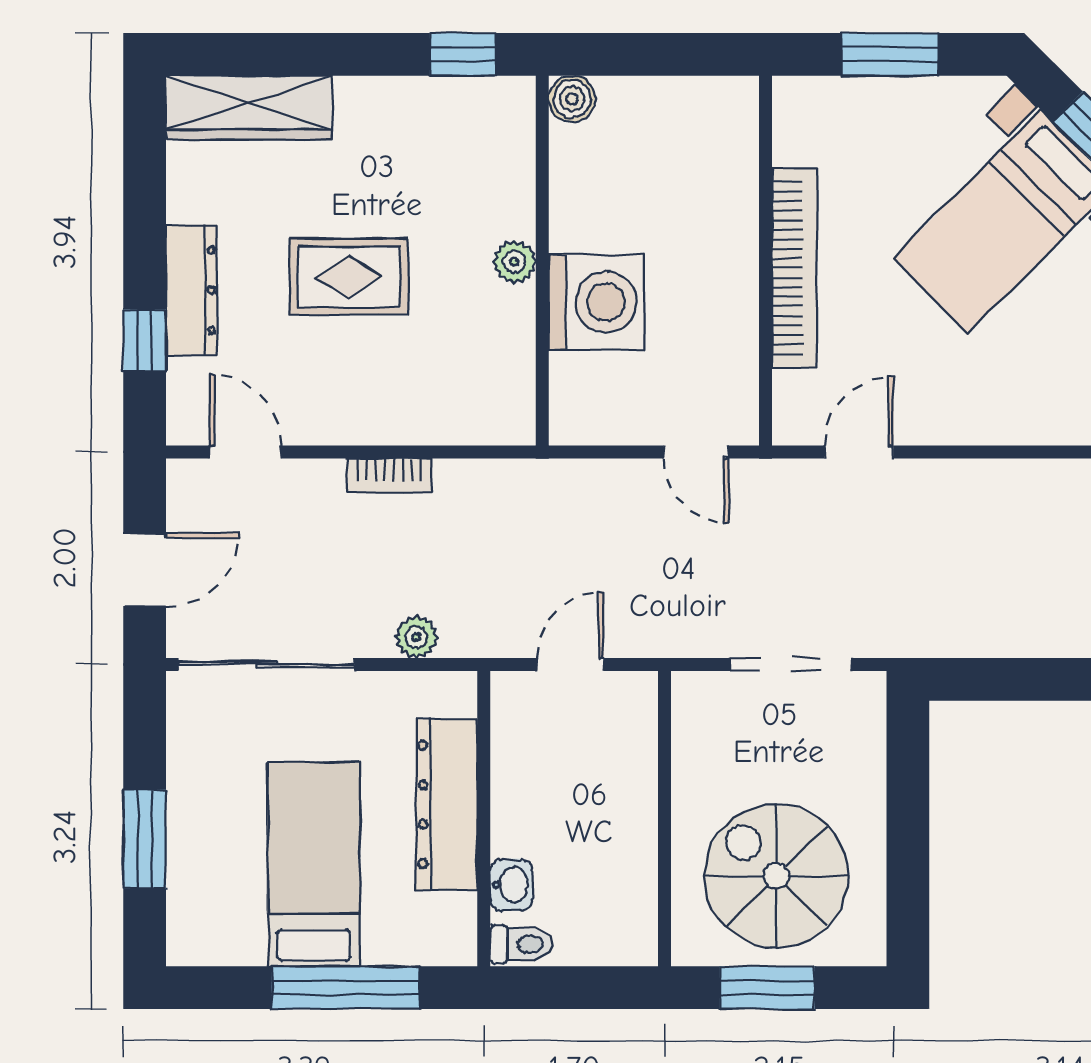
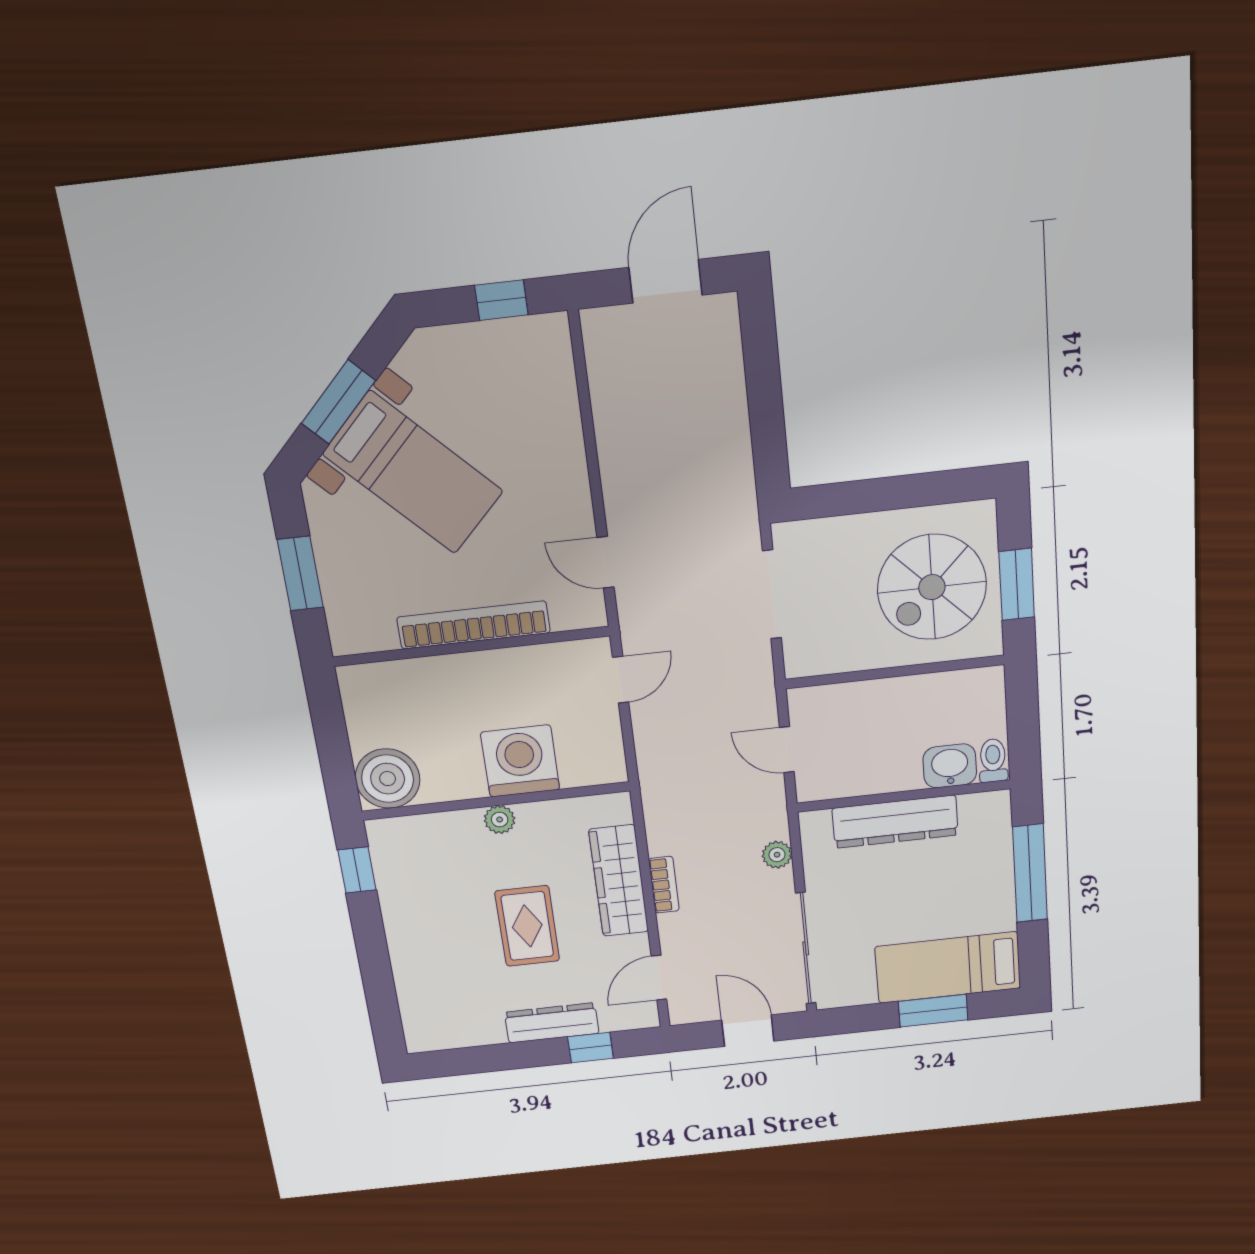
boiler: (572, 99) -> (388, 779), width x1.86, depth x1.86
wardrobe: (249, 108) -> (619, 881), moved, turned 180
bed: (314, 864) -> (948, 967), moved
washbasin: (511, 885) -> (950, 766), width x1.38, depth x1.45

